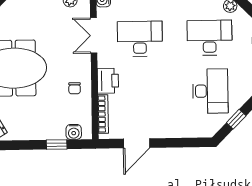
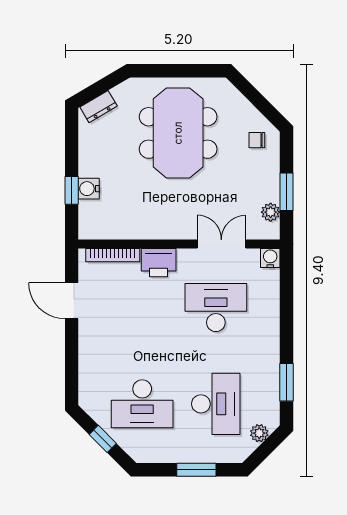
desk: (140, 39) -> (216, 308), turned -90
chair: (75, 88) -> (257, 140), moved
water cooler: (74, 132) -> (89, 189), moved

